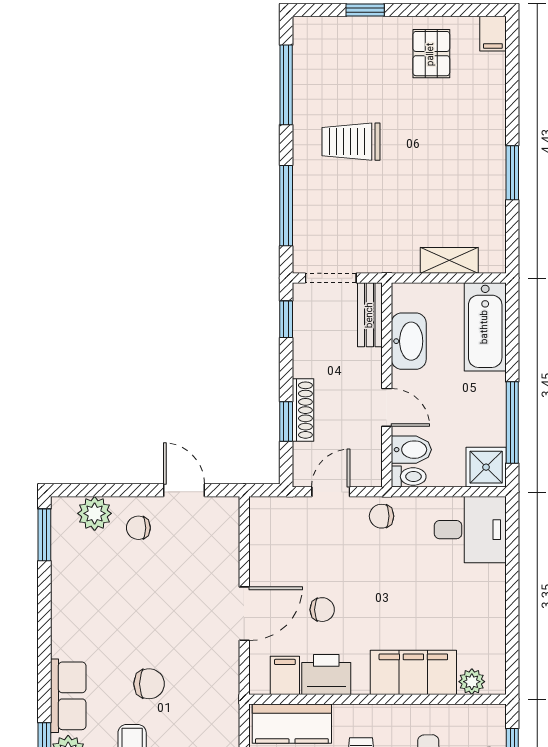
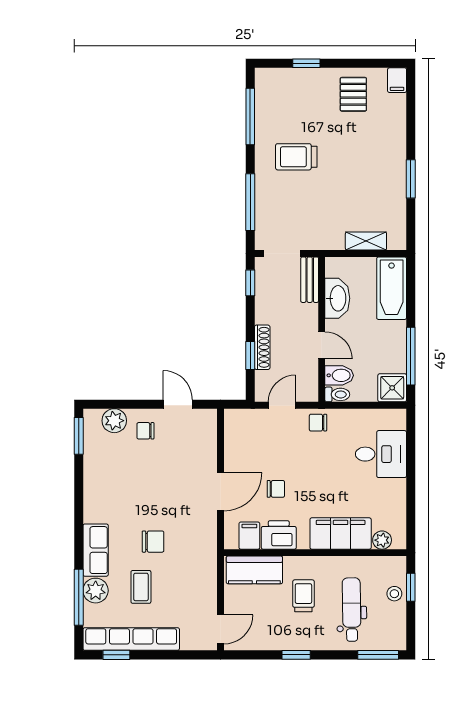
desk: (470, 530) -> (381, 454), moved

